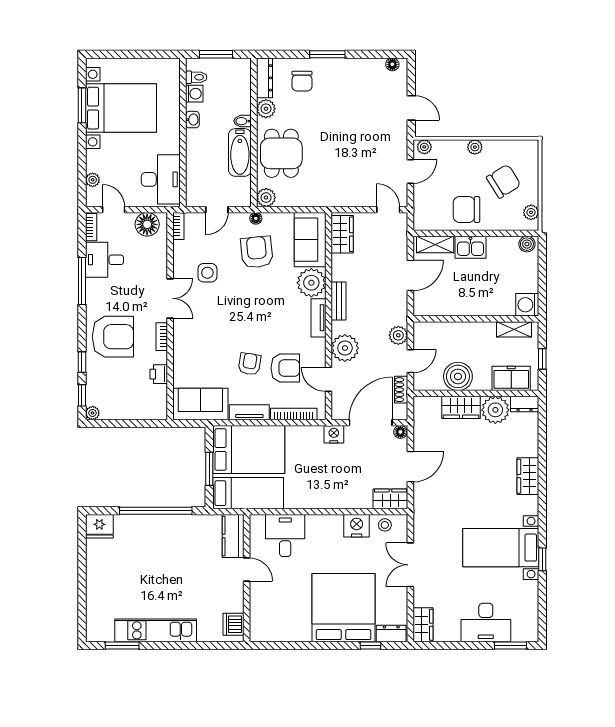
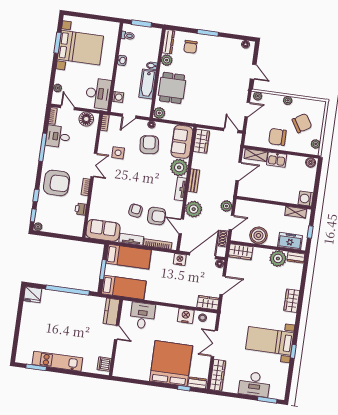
washing machine: (194, 94) -> (118, 97), moved
wardrobe: (461, 407) -> (241, 252), moved
bed: (249, 449) -> (129, 257), width x0.67
wardrobe: (423, 625) -> (218, 375), width x1.50

